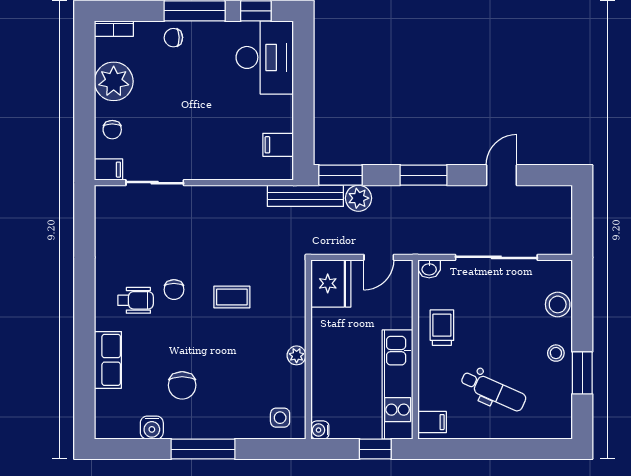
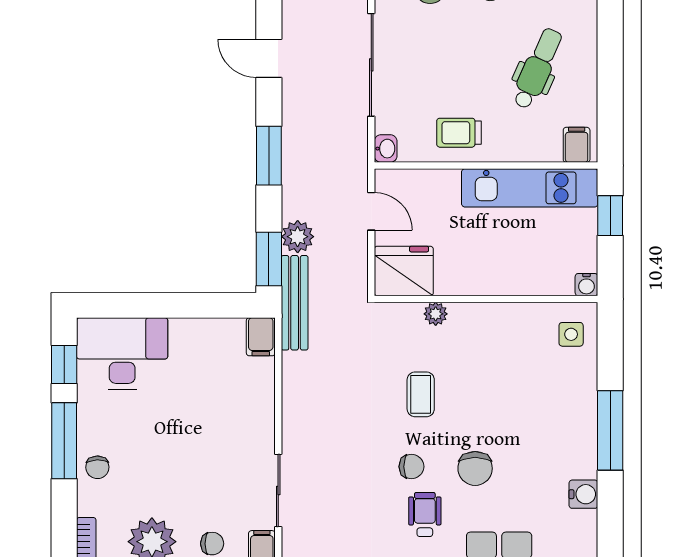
filing cabinet: (278, 145) -> (261, 337), moved
plant: (297, 355) -> (436, 314), moved
chair: (182, 385) -> (475, 468), moved, turned 90

